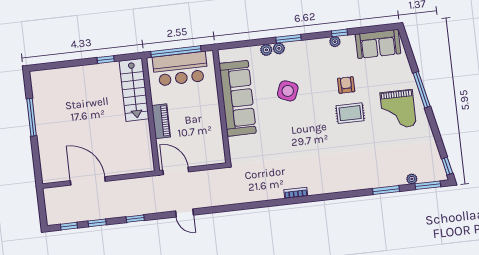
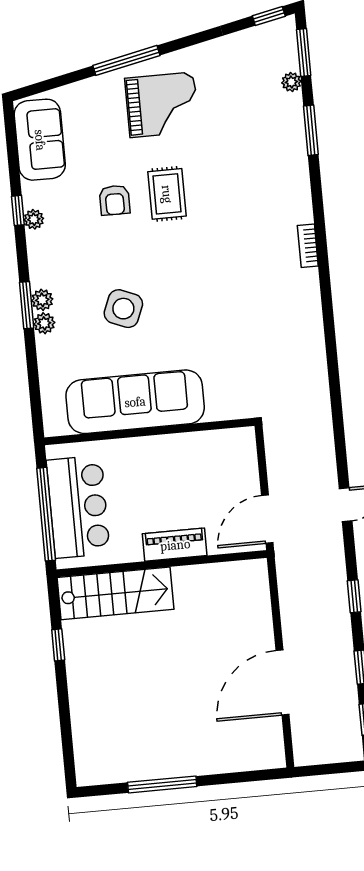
plant: (266, 50) -> (42, 300), moved
armchair: (346, 85) -> (115, 200), turned -90
bookcase: (296, 193) -> (308, 246), moved

